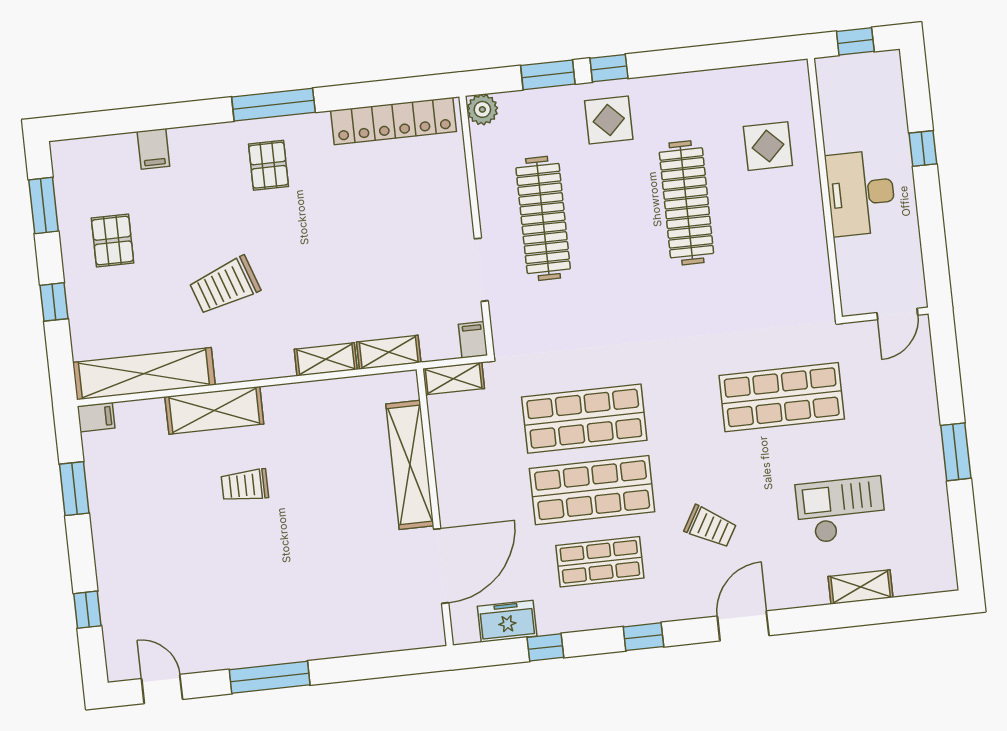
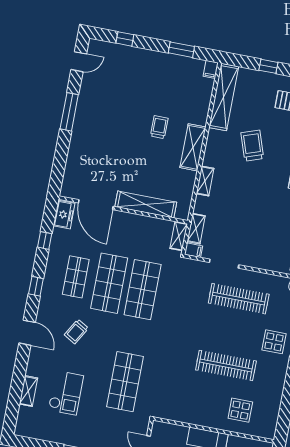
shelving: (389, 352) -> (196, 229), moved
shelving: (214, 410) -> (193, 147), moved
freezer: (507, 621) -> (64, 215), moved

